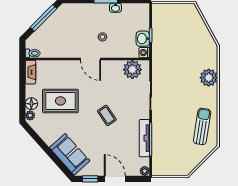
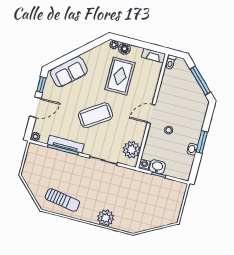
coffee table: (107, 115) -> (96, 115), width x1.86, depth x1.72

